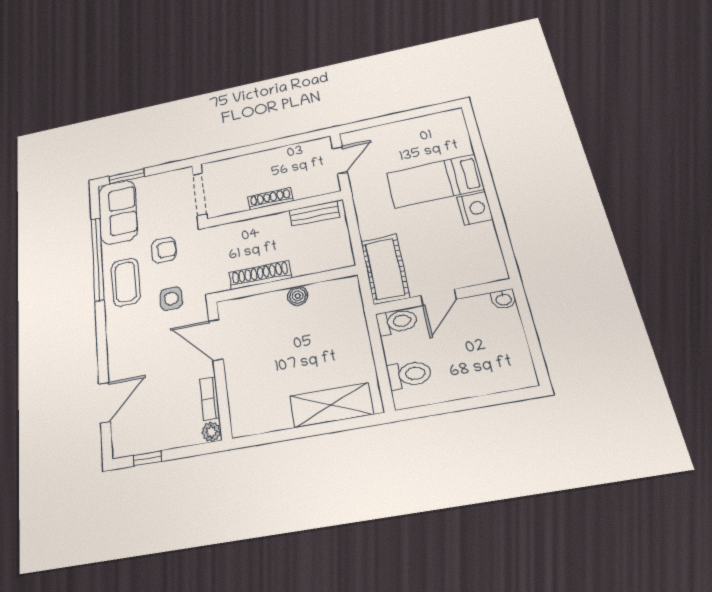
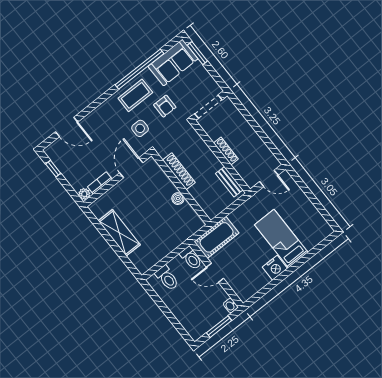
window: (531, 333) -> (219, 327), added
shelving: (331, 405) -> (119, 233), moved

